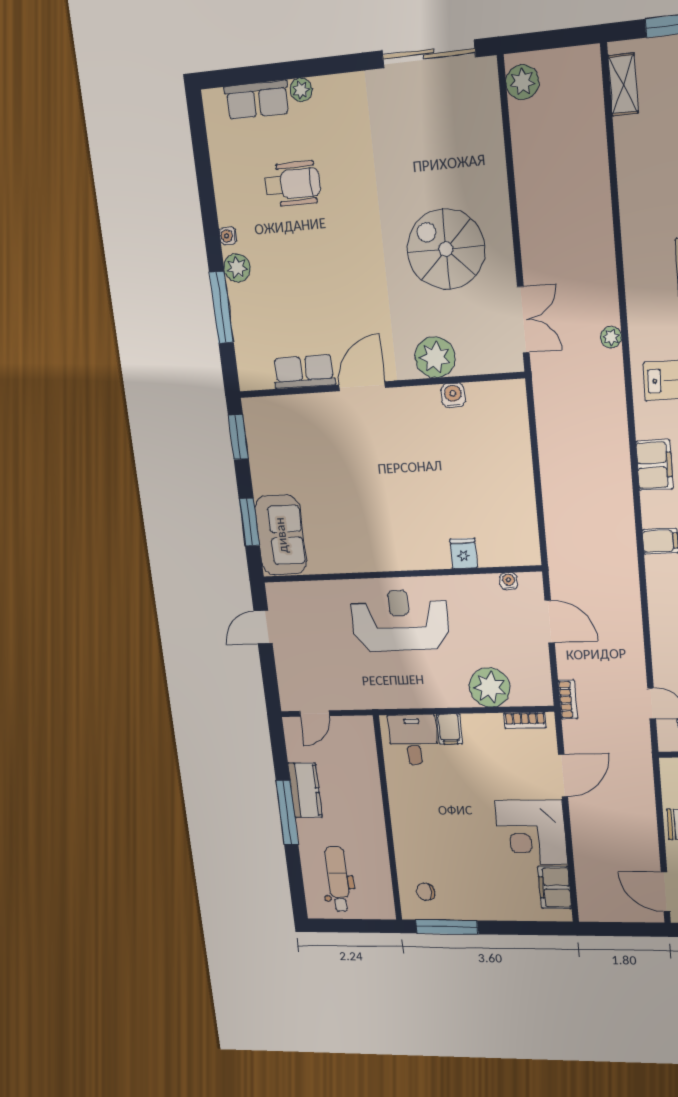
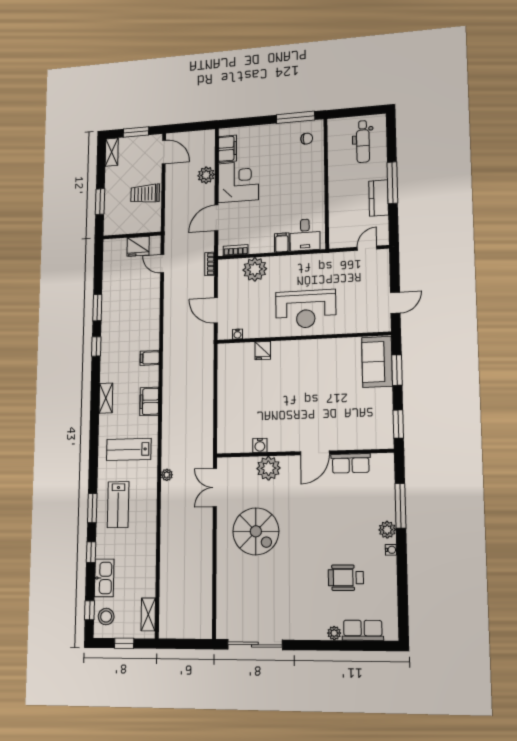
plant: (522, 82) -> (206, 175), moved

